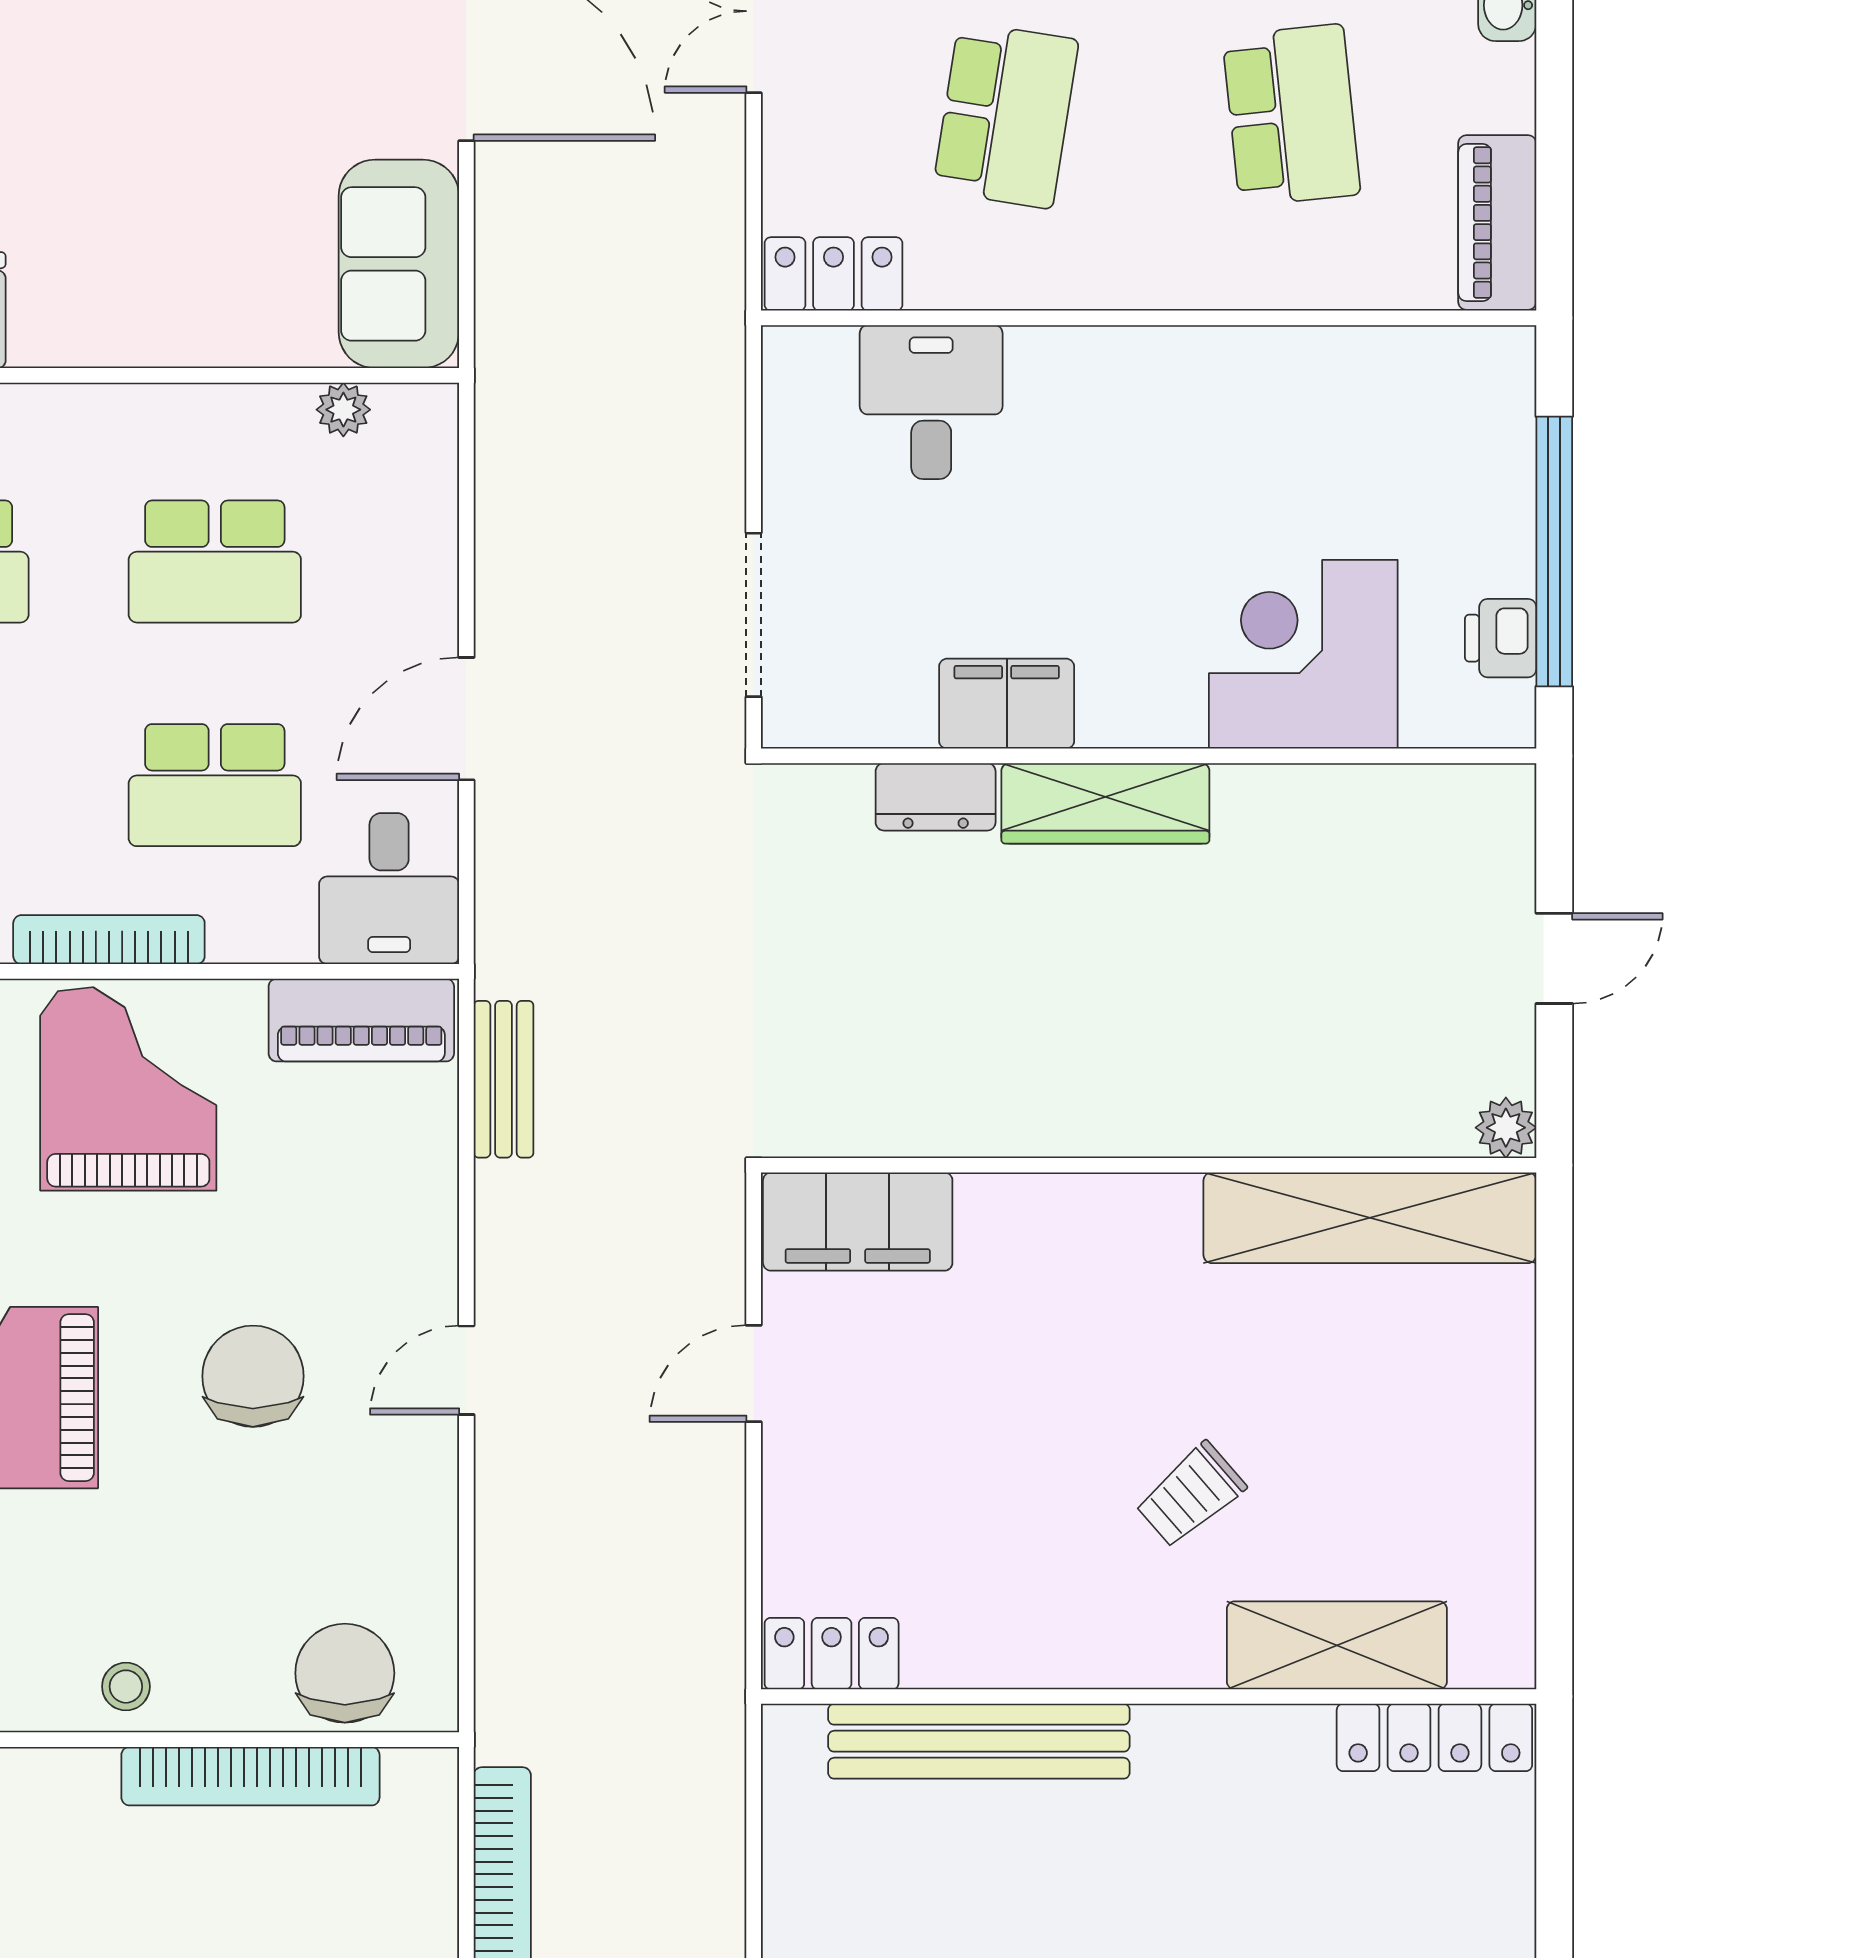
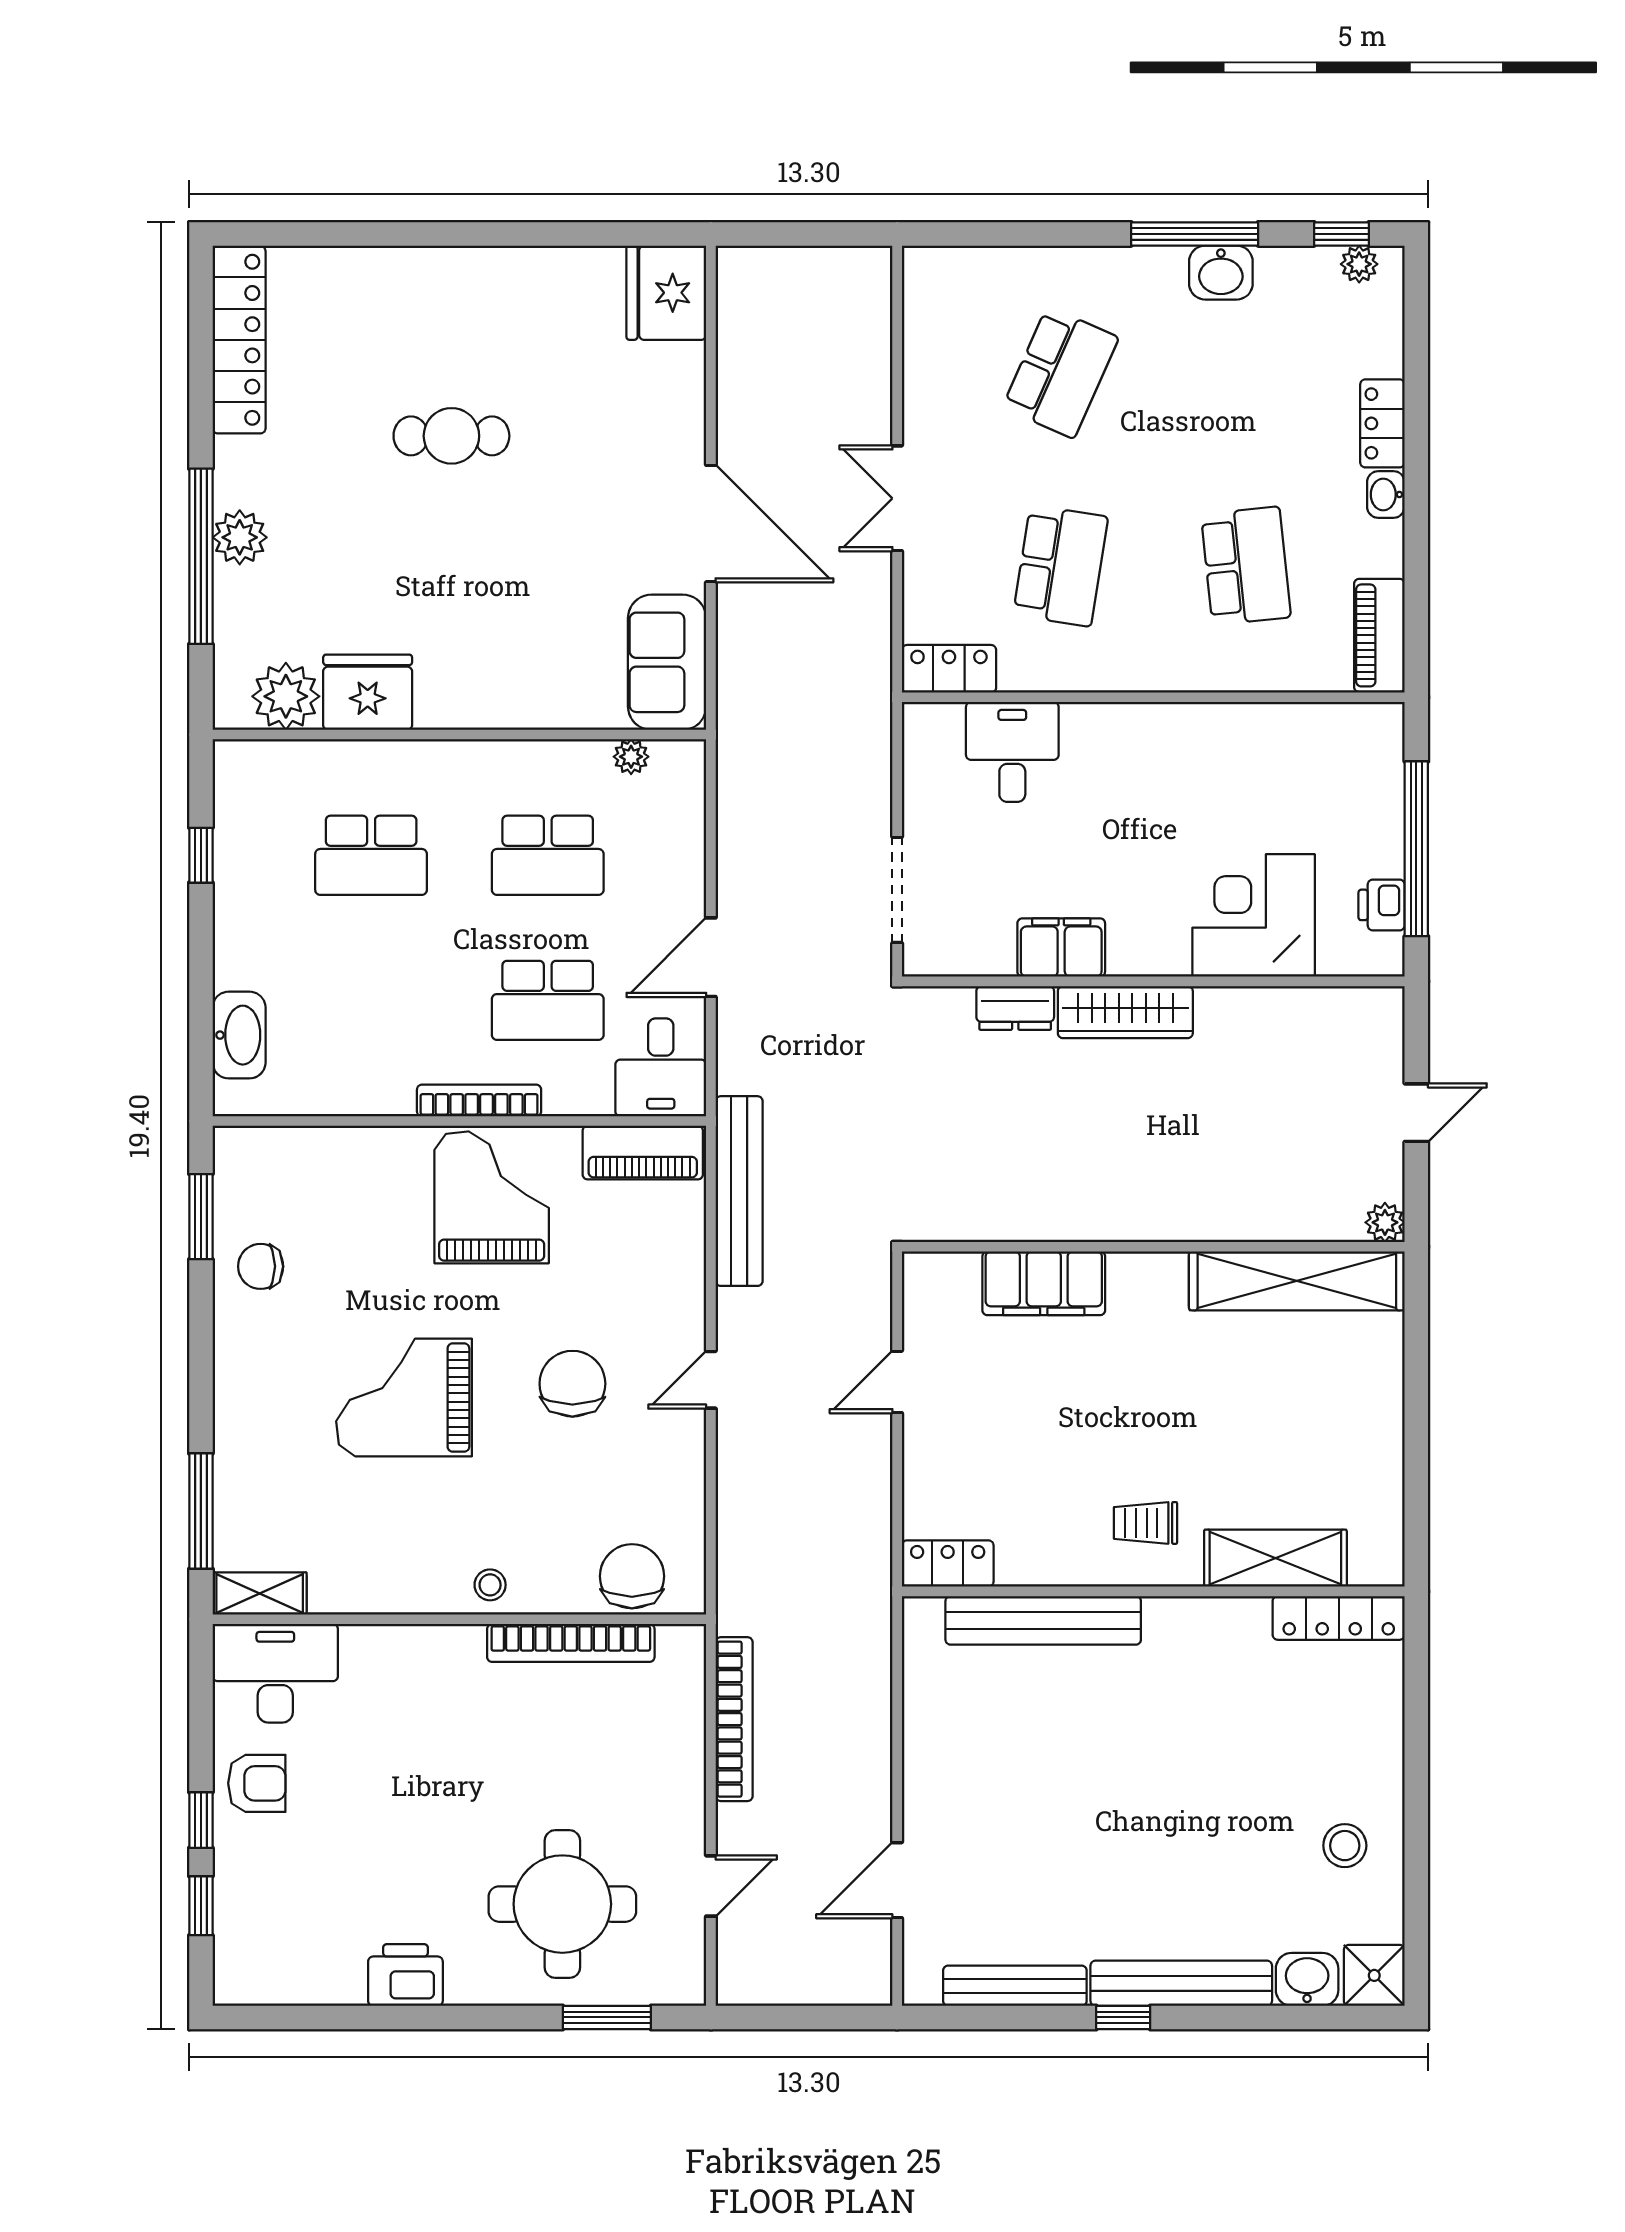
bench: (504, 1079) -> (739, 1191), width x1.86, depth x1.21
filing cabinet: (858, 1222) -> (1044, 1283), moved
trolley: (1190, 1495) -> (1146, 1523), moved, turned 41

